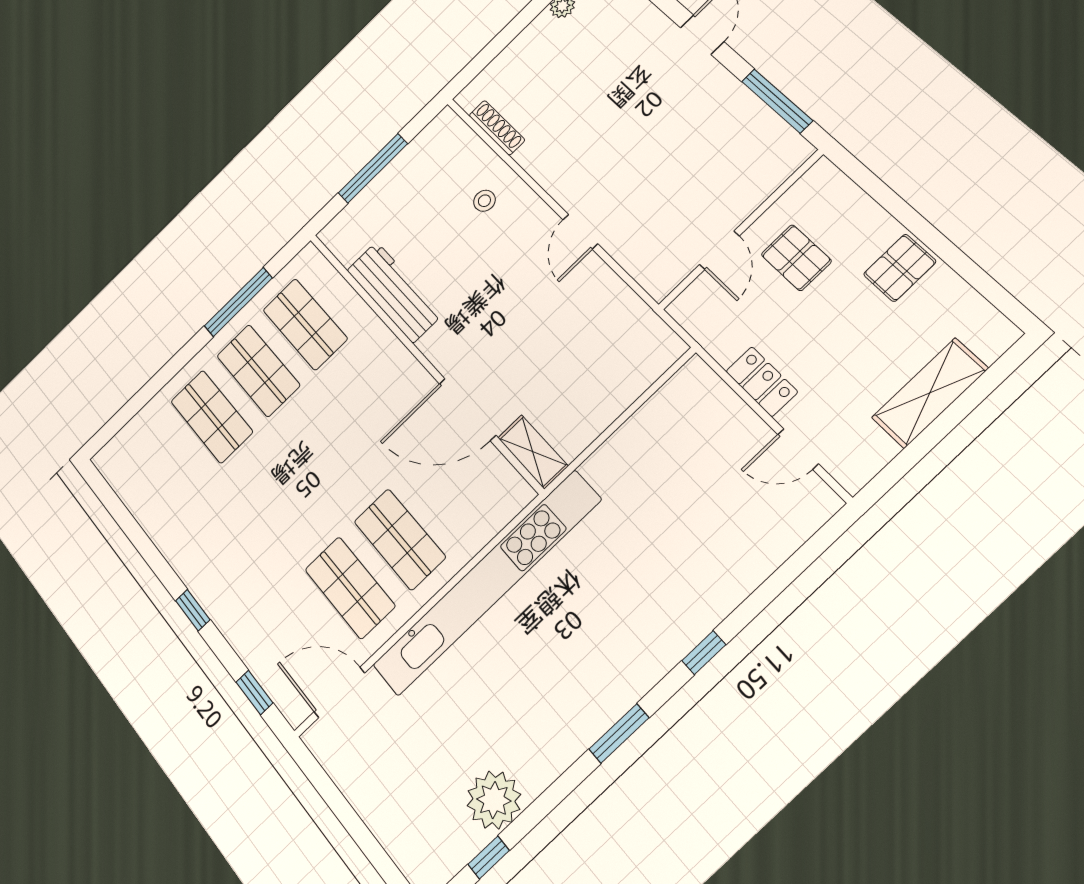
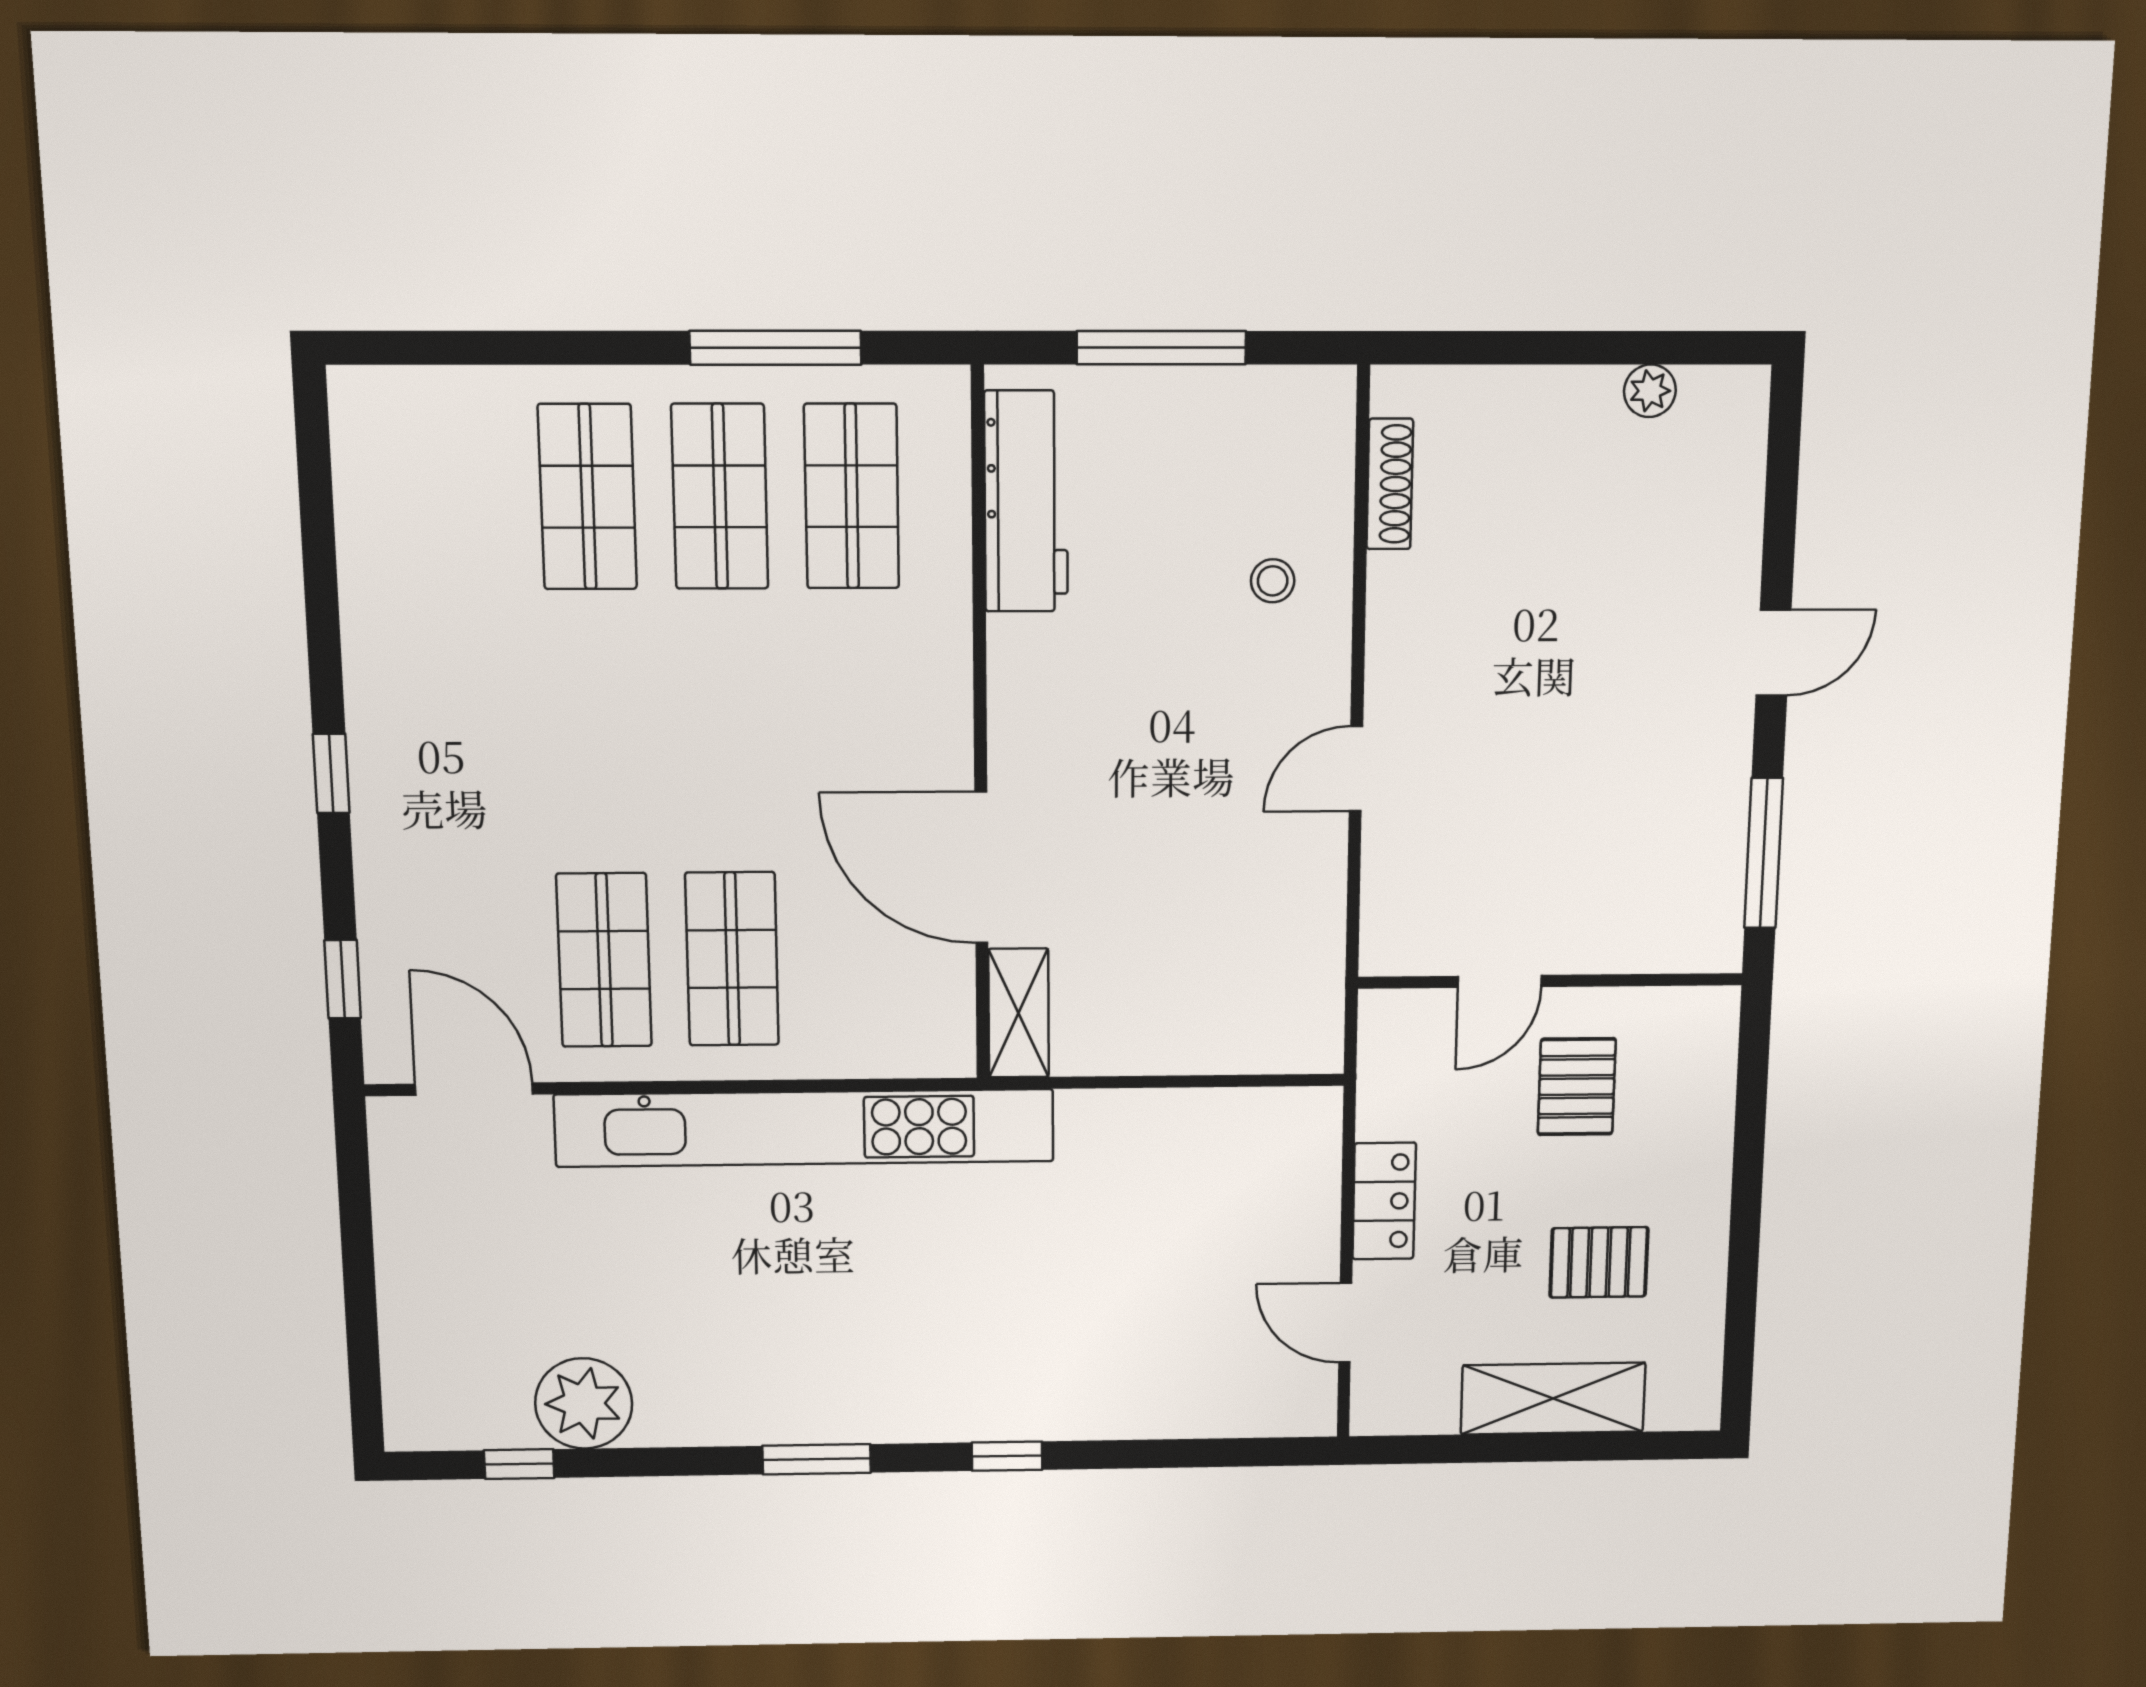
pallet: (900, 268) -> (1599, 1262), moved
workbench: (394, 292) -> (1026, 502), moved

